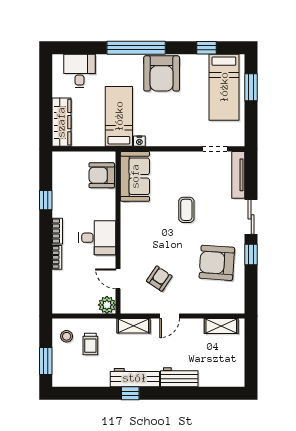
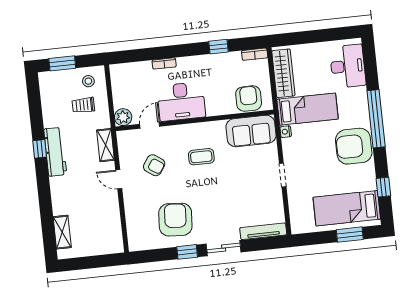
desk: (79, 71) -> (348, 66), width x1.37
wardrobe: (61, 122) -> (283, 73), moved, turned -90
doorway: (215, 149) -> (283, 175), moved
coffee table: (186, 210) -> (201, 157), moved
bookcase: (57, 231) -> (255, 54), moved
desk: (97, 238) -> (181, 101), width x1.37
shelving: (221, 326) -> (62, 232), moved
workbench: (179, 377) -> (60, 195), removed

